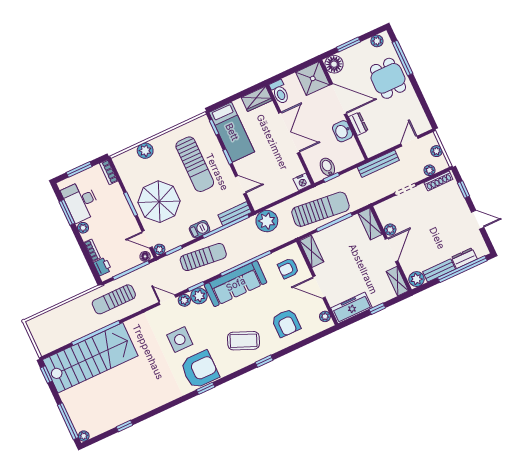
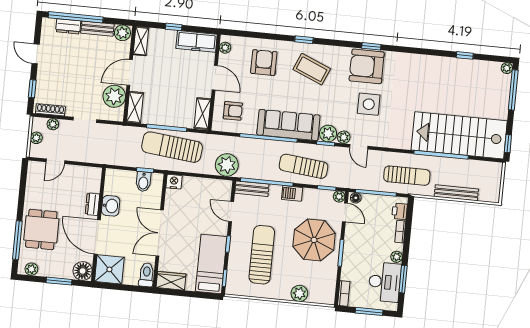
bench: (378, 164) -> (456, 193), moved
plant: (390, 230) -> (114, 96), width x1.88, depth x1.88

